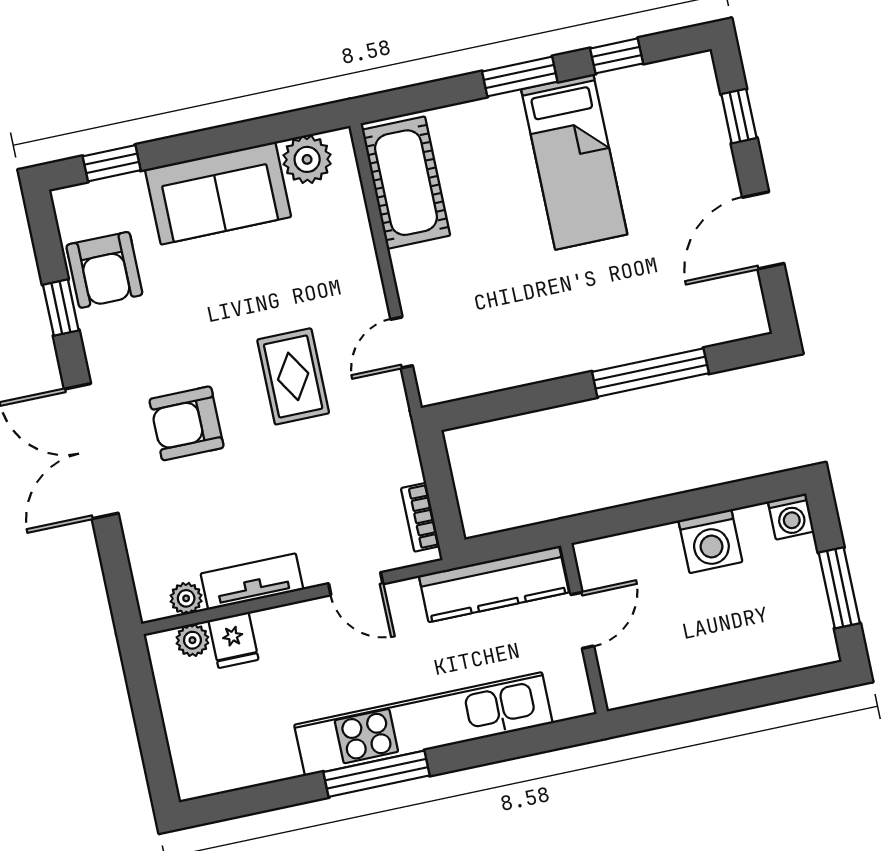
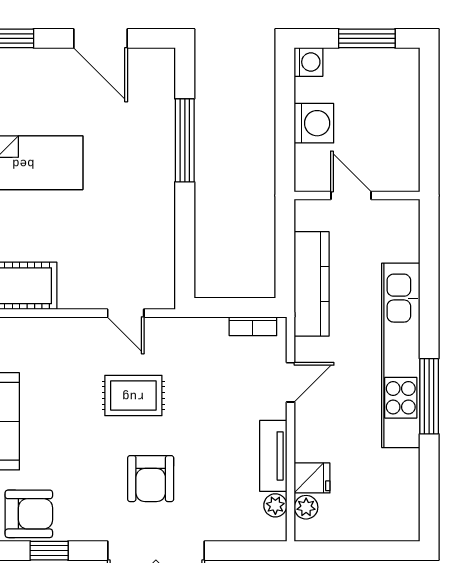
door: (582, 620) -> (351, 196), moved
wall: (584, 629) -> (357, 196), moved

